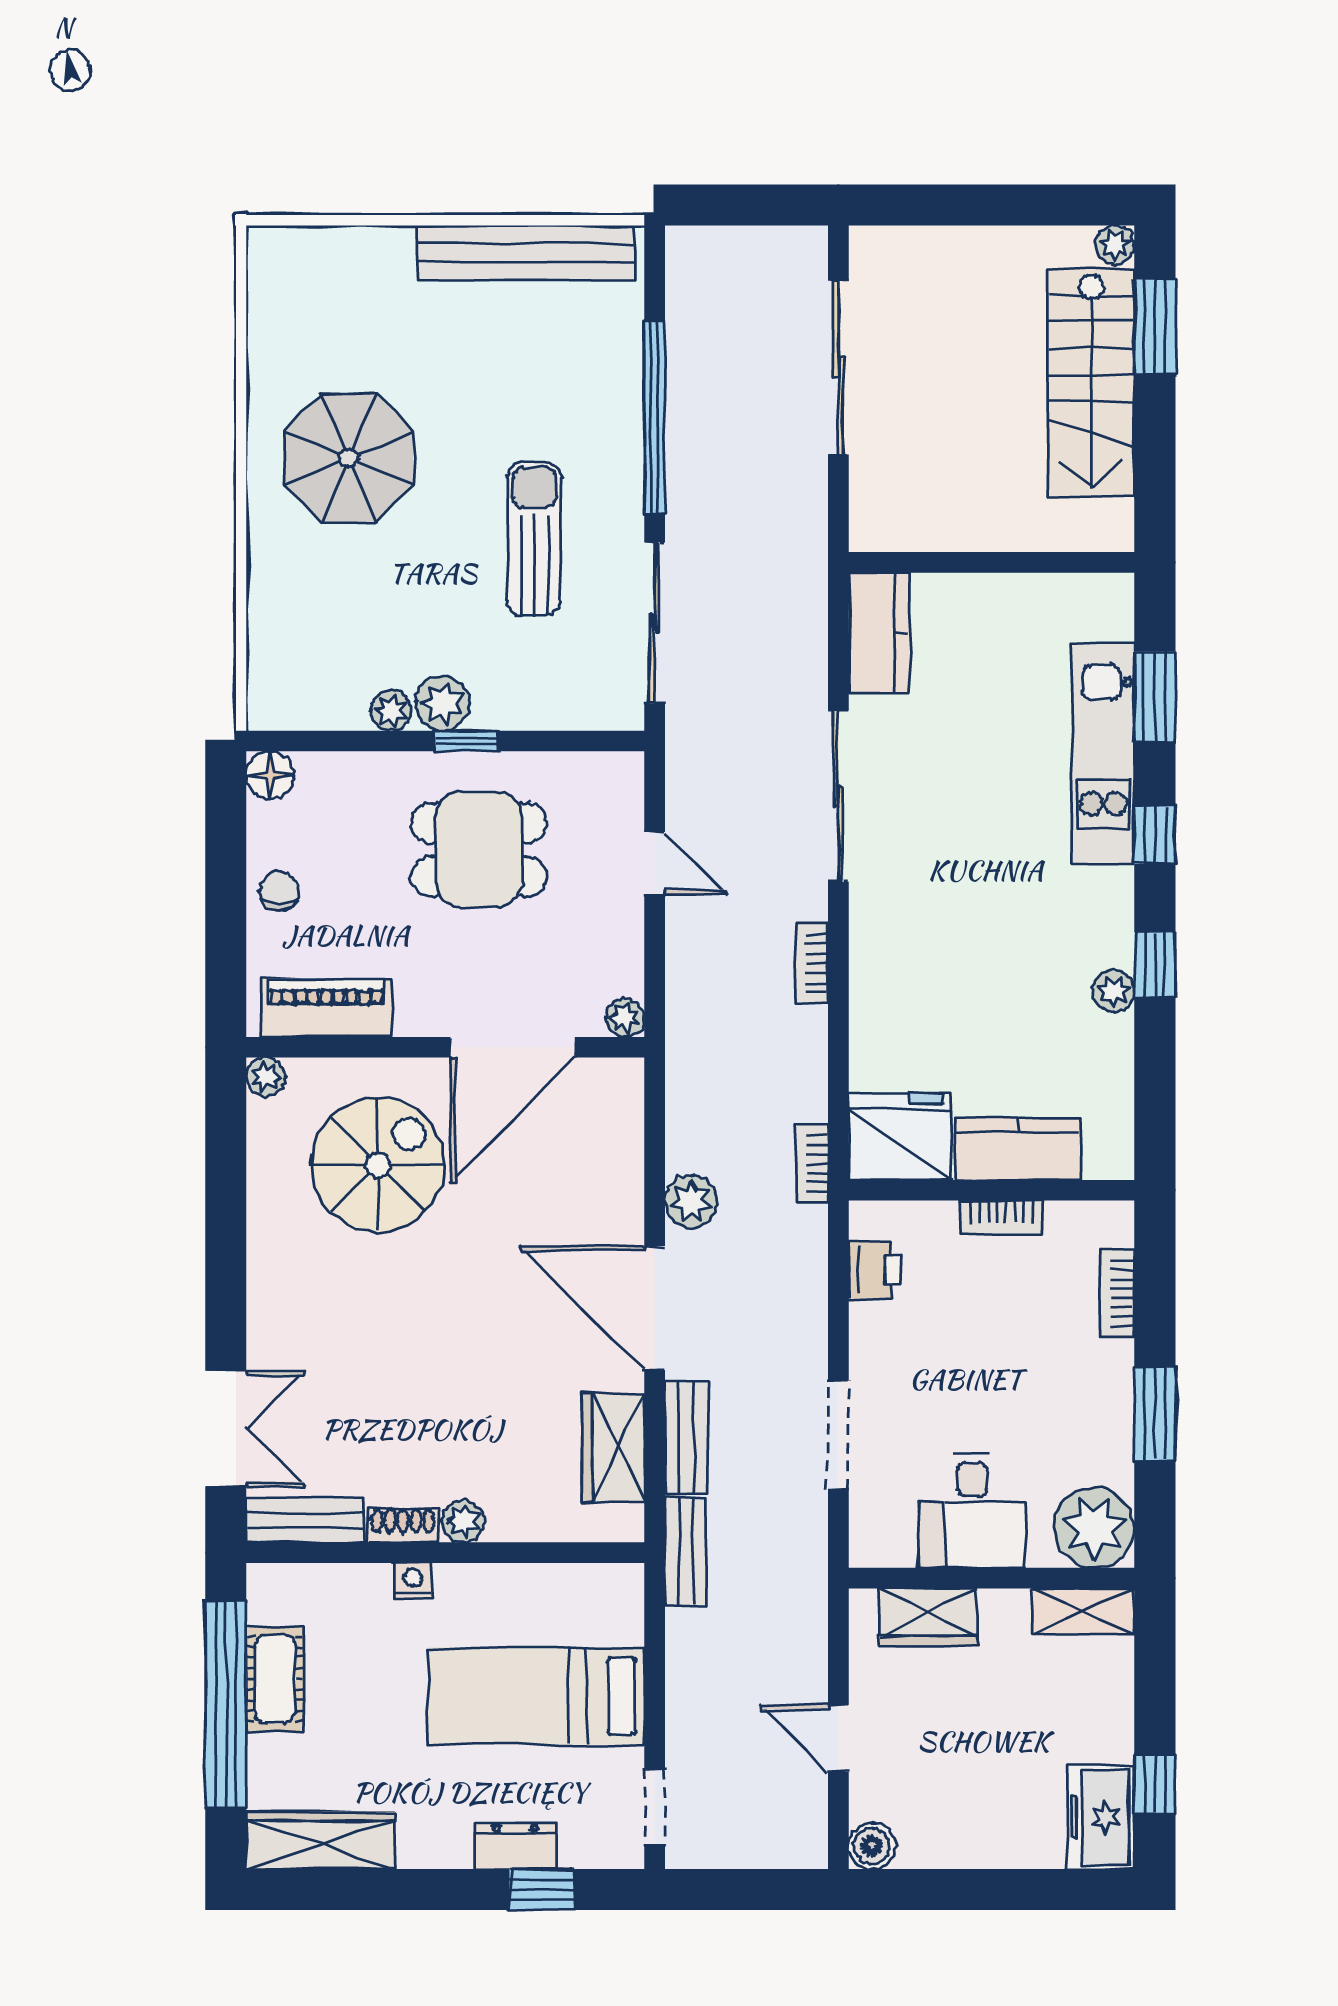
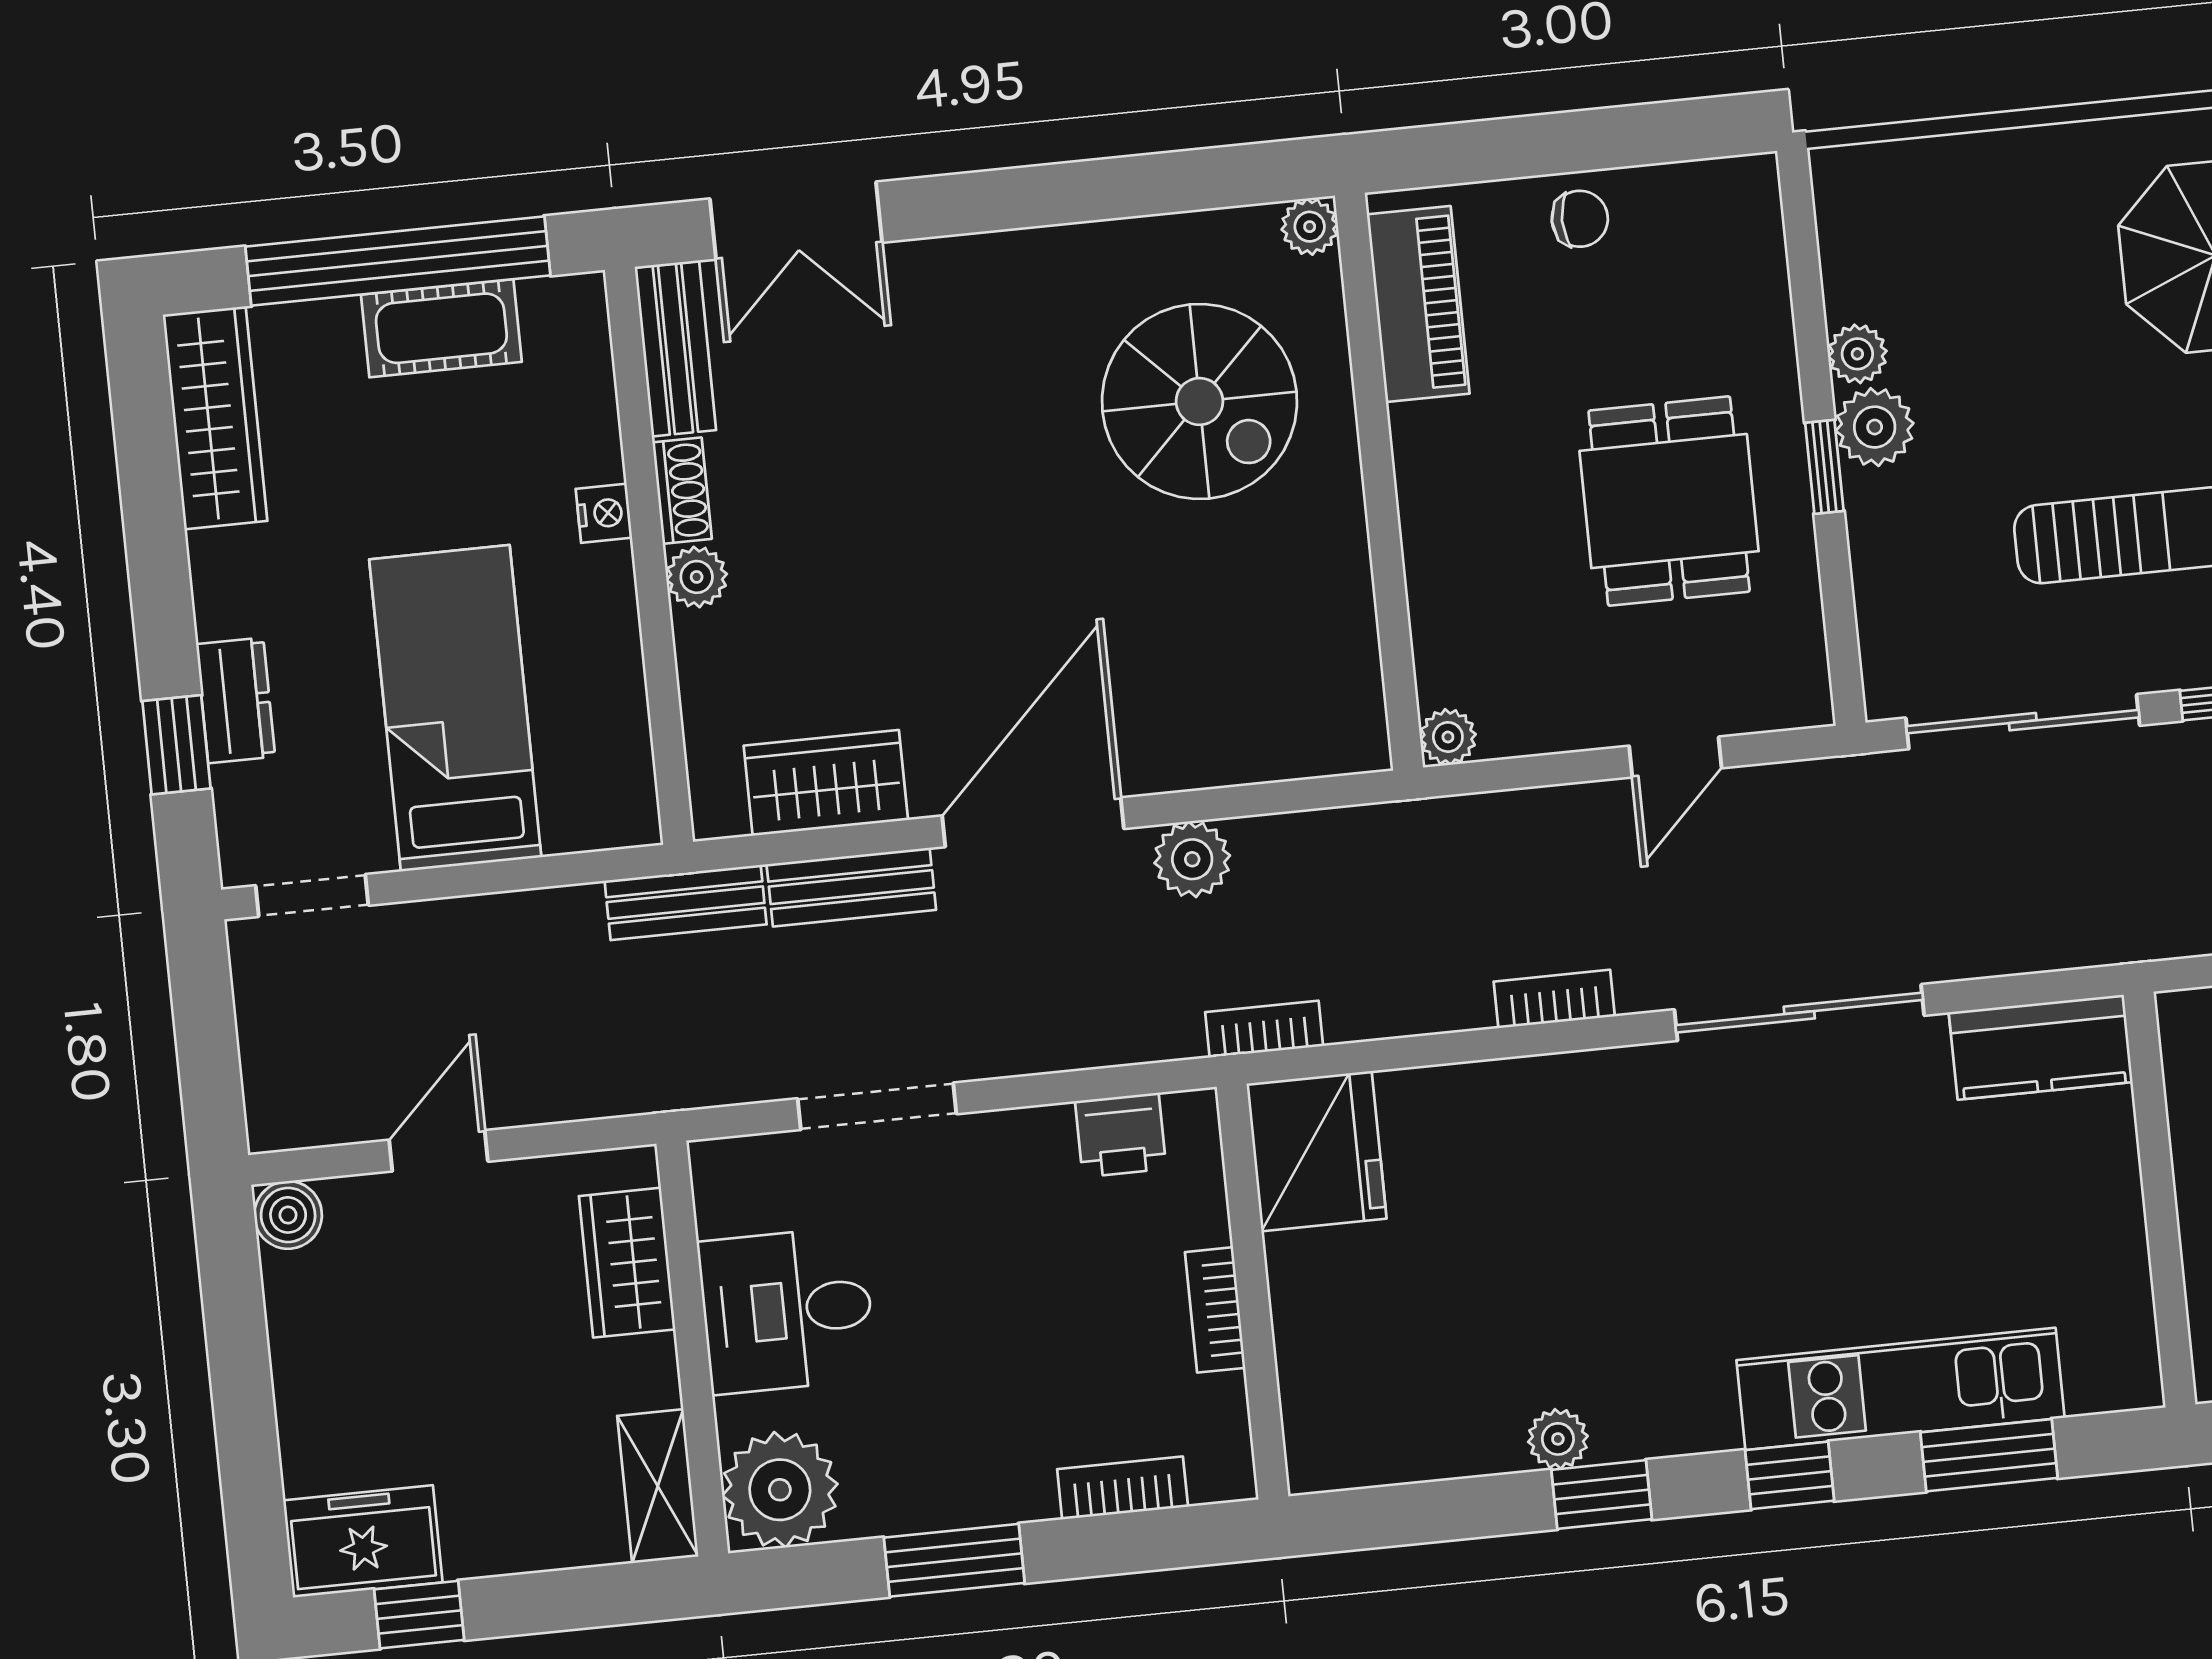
floor lamp: (270, 775) -> (1746, 189), removed
door: (513, 1047) -> (1389, 579), removed
kitchen counter: (1018, 1149) -> (1317, 1323), removed

